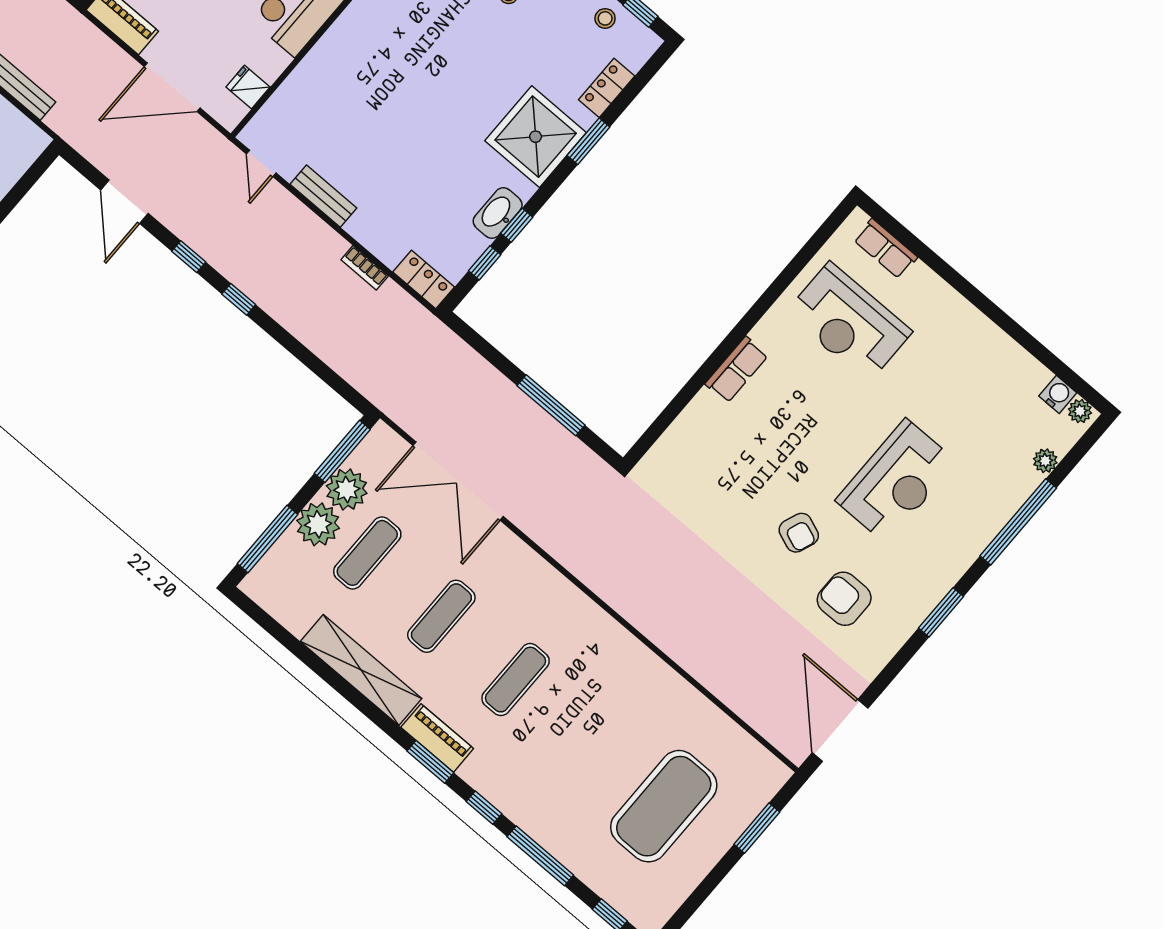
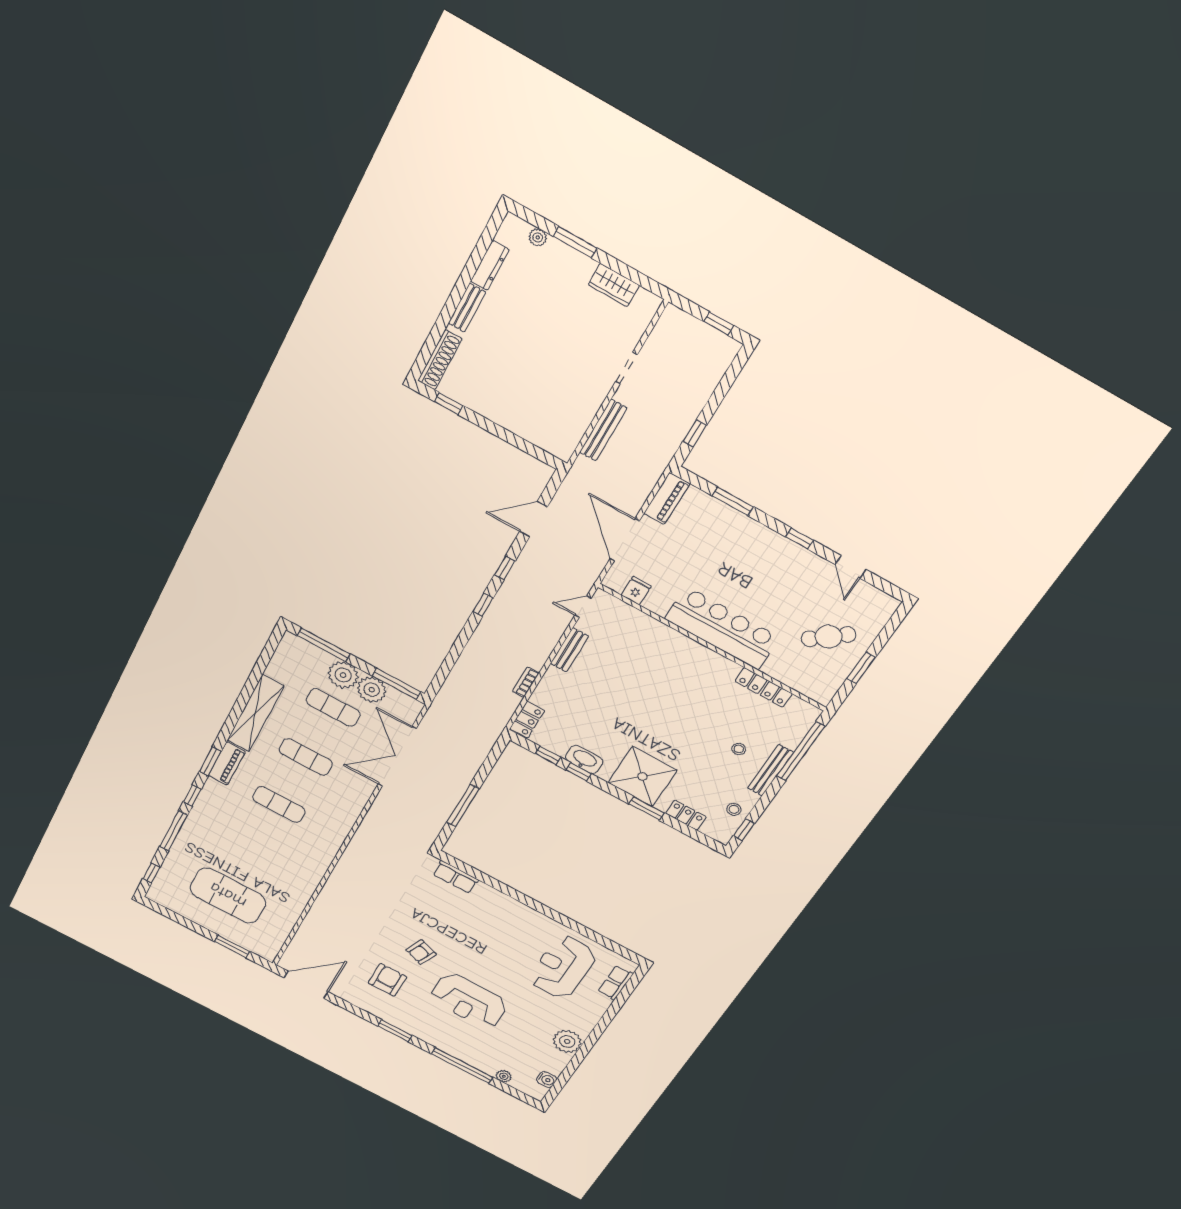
row of seats: (737, 370) -> (455, 877), moved
plant: (1080, 411) -> (567, 1041), moved, width x1.88, depth x1.88

